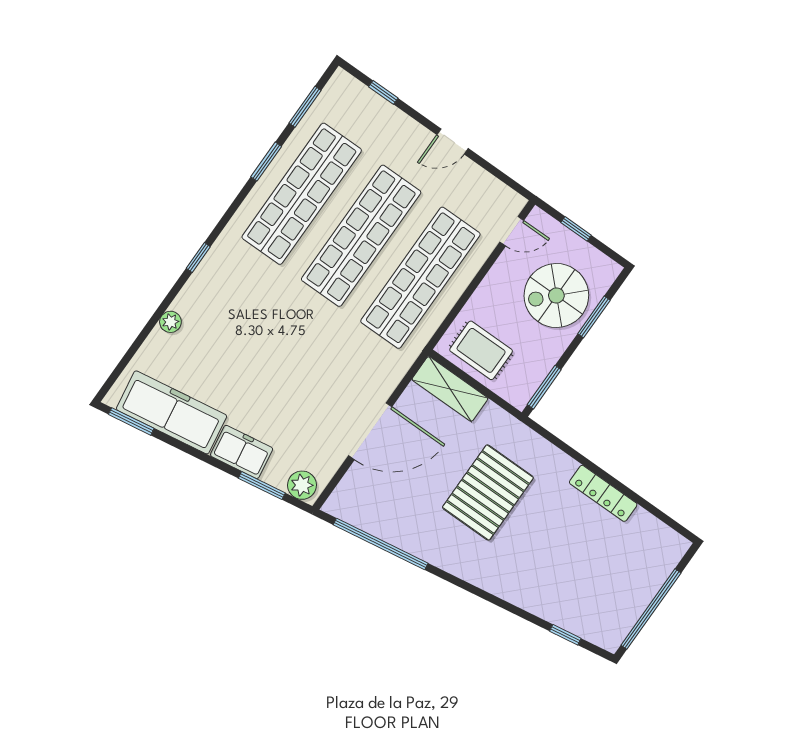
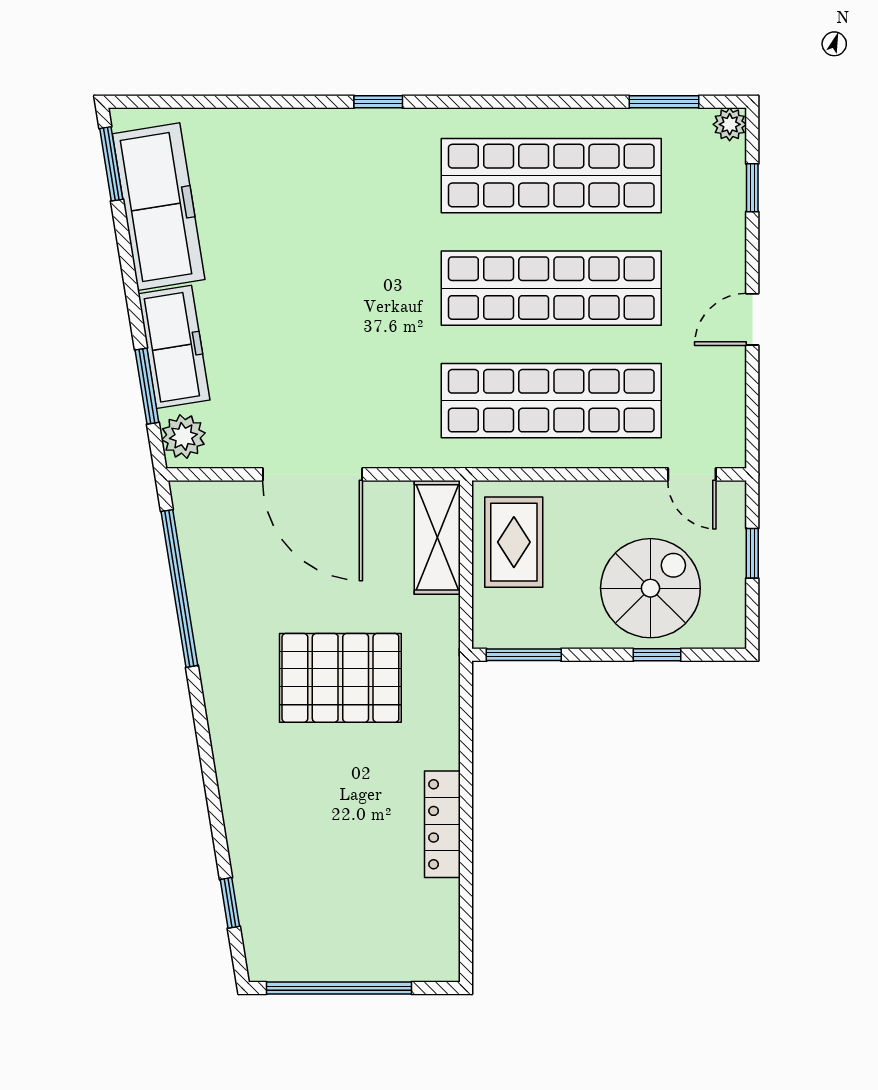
door: (453, 141) -> (752, 319), hinge flipped
window: (266, 162) -> (560, 102), removed
spiral stairs: (556, 295) -> (650, 588), turned 90
window: (594, 317) -> (657, 655), width x0.67
plant: (170, 322) -> (730, 124), moved
freezer: (242, 452) -> (174, 347), width x1.40

